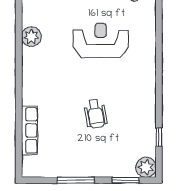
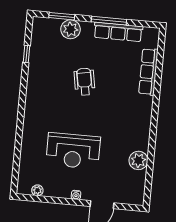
plant: (146, 167) -> (71, 29), moved
row of seats: (65, 169) -> (118, 32), added

